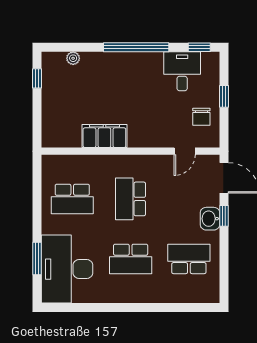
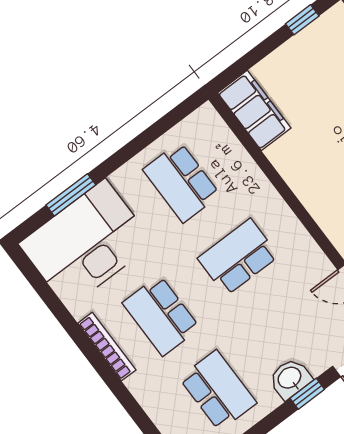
filing cabinet: (104, 136) -> (254, 110), moved
bookcase: (126, 297) -> (107, 347), added

